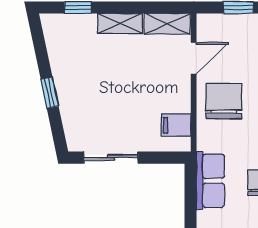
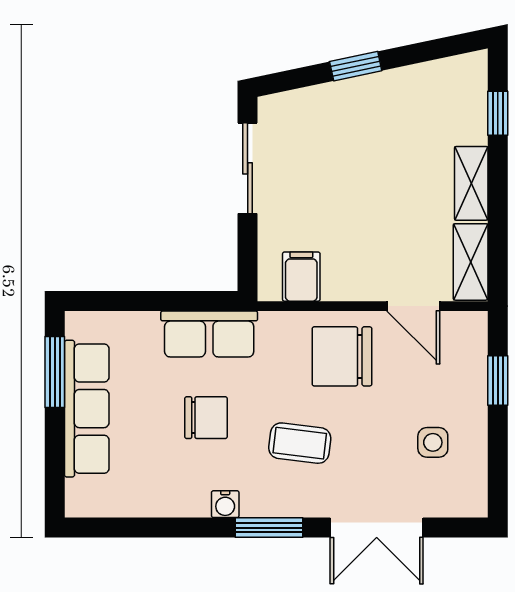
chair: (224, 101) -> (342, 356), turned 180

